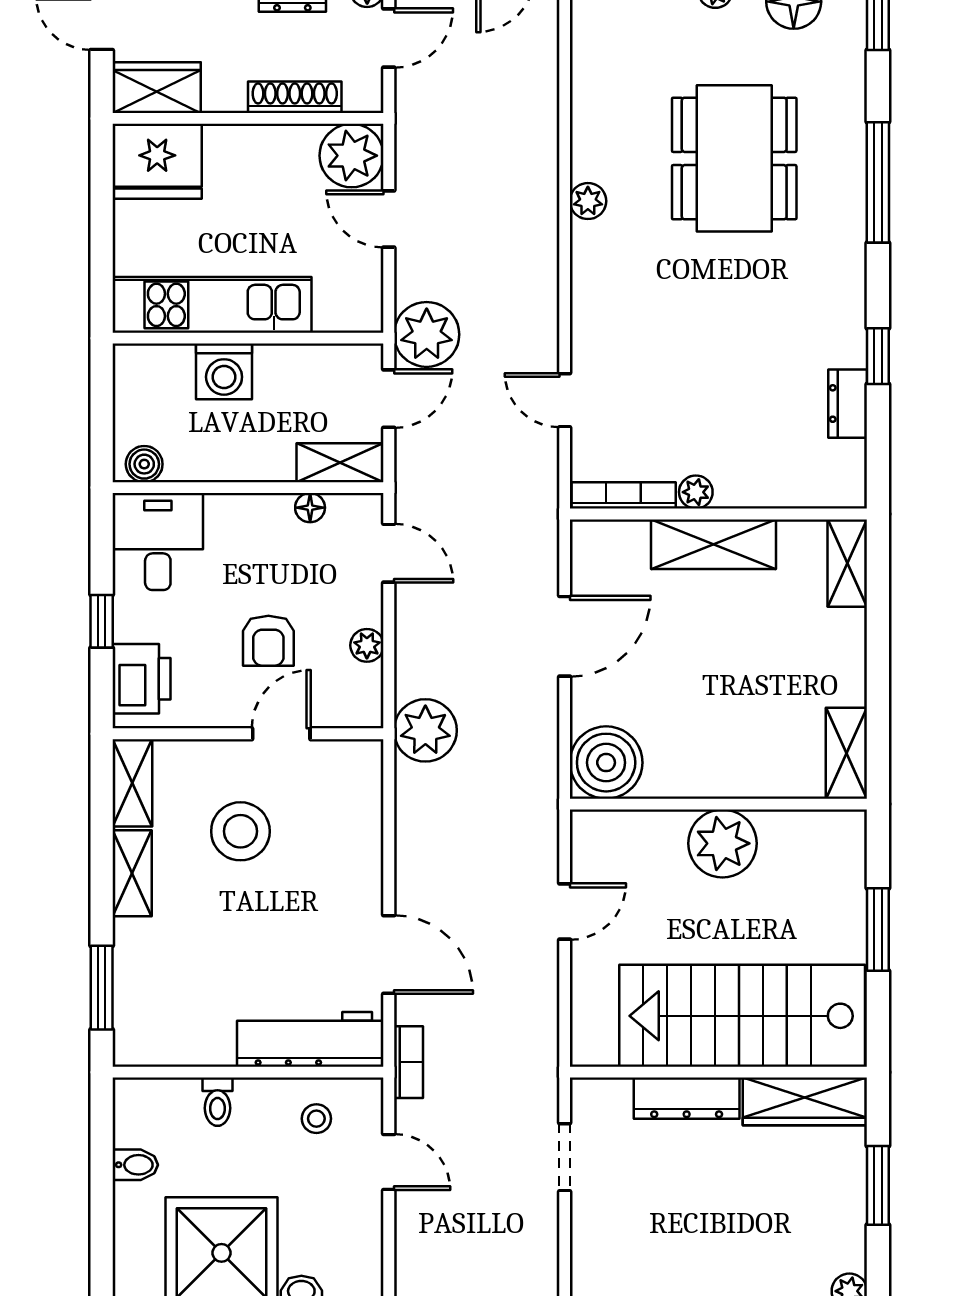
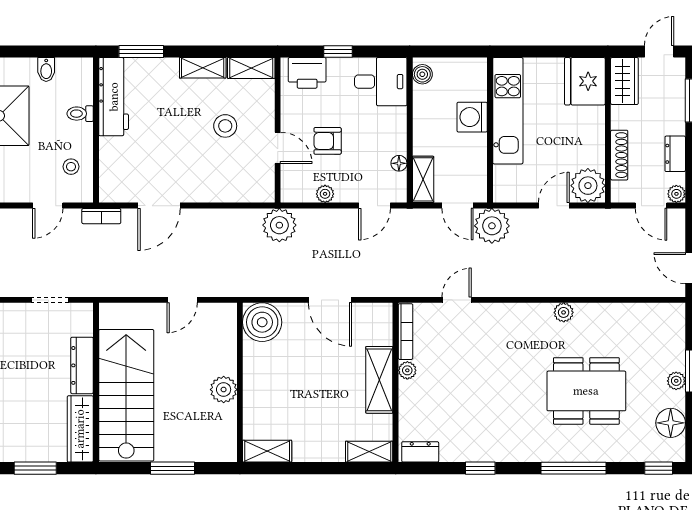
dresser: (848, 404) -> (420, 452), moved
stool: (240, 831) -> (225, 126), width x0.73, depth x0.73
plant: (722, 843) -> (224, 390), width x0.73, depth x0.73
door: (565, 912) -> (182, 300), hinge flipped
workbench: (310, 1039) -> (114, 97), moved

